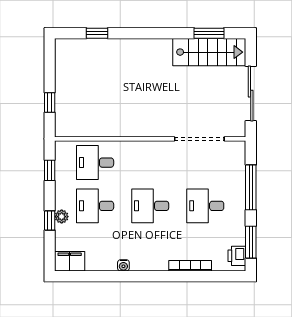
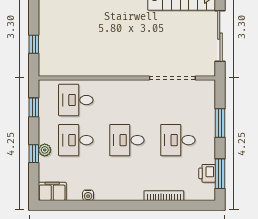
window: (251, 187) -> (220, 123), width x0.69
printer: (237, 256) -> (207, 173), moved
water cooler: (123, 265) -> (88, 195), moved

